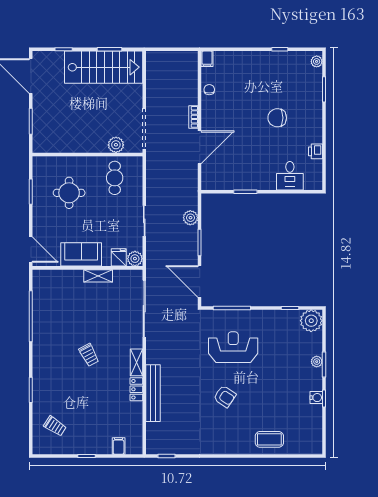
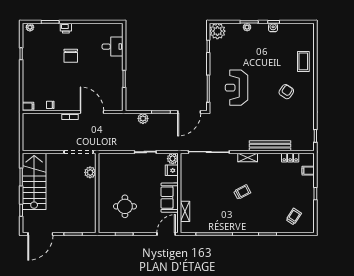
printer: (315, 151) -> (66, 28), moved
cafe table: (115, 178) -> (114, 173), removed
shelving: (98, 276) -> (185, 211), moved
locker: (136, 389) -> (290, 158), moved
armchair: (225, 396) -> (286, 92), moved

